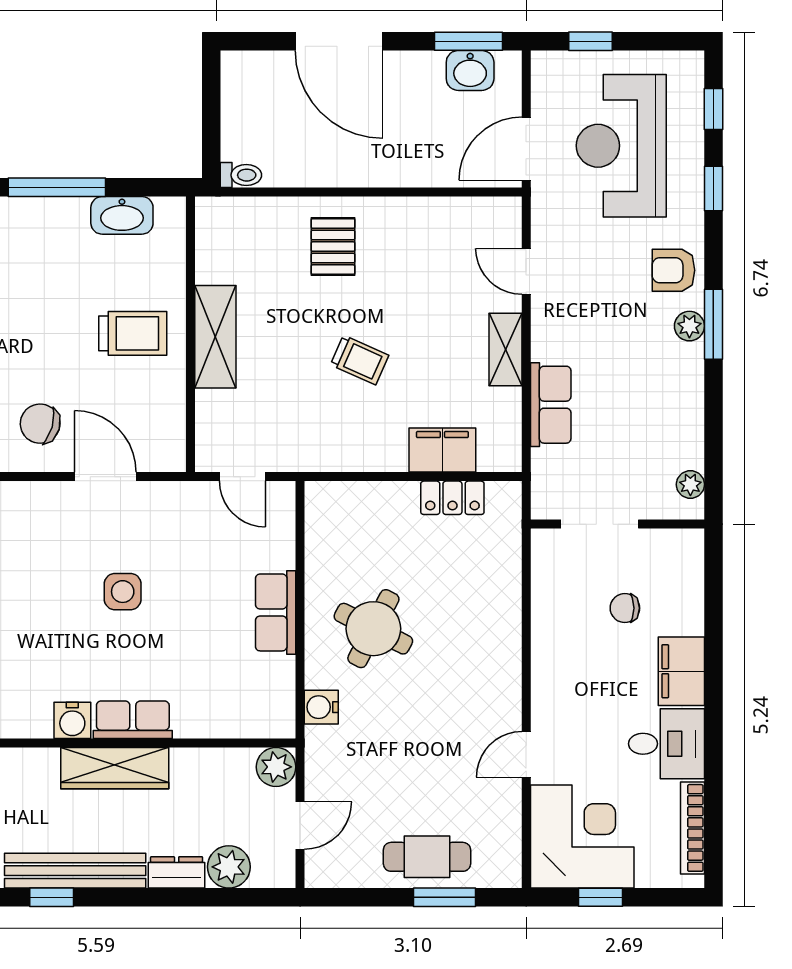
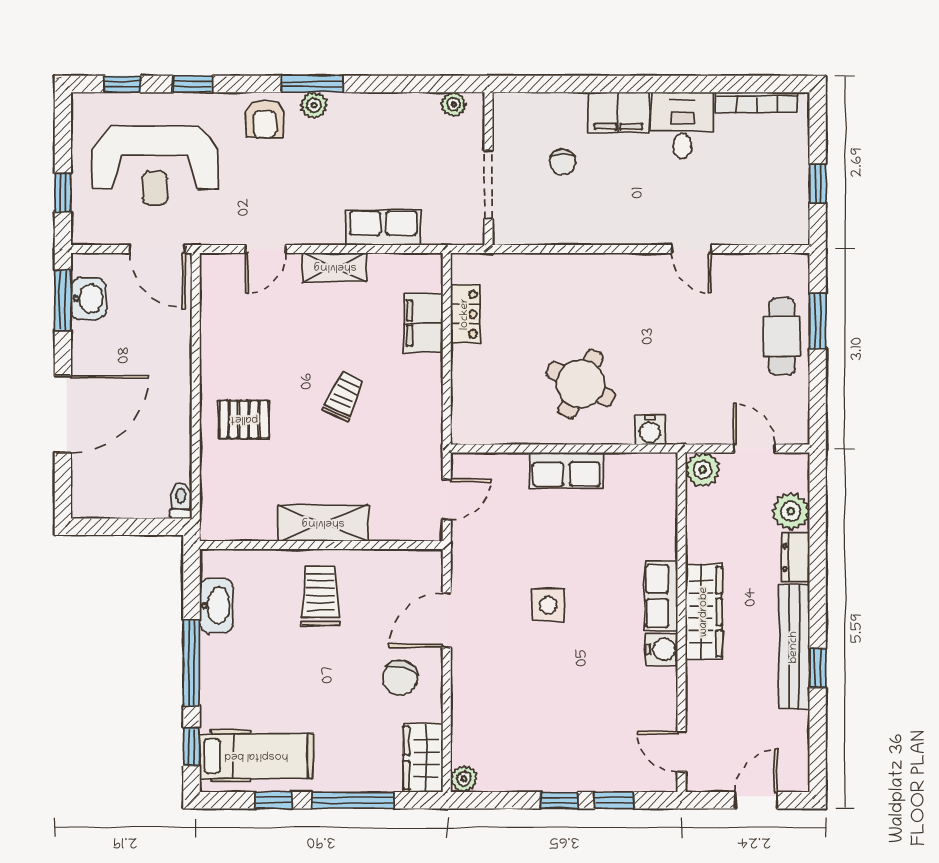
corner desk: (582, 837) -> (764, 200), removed

